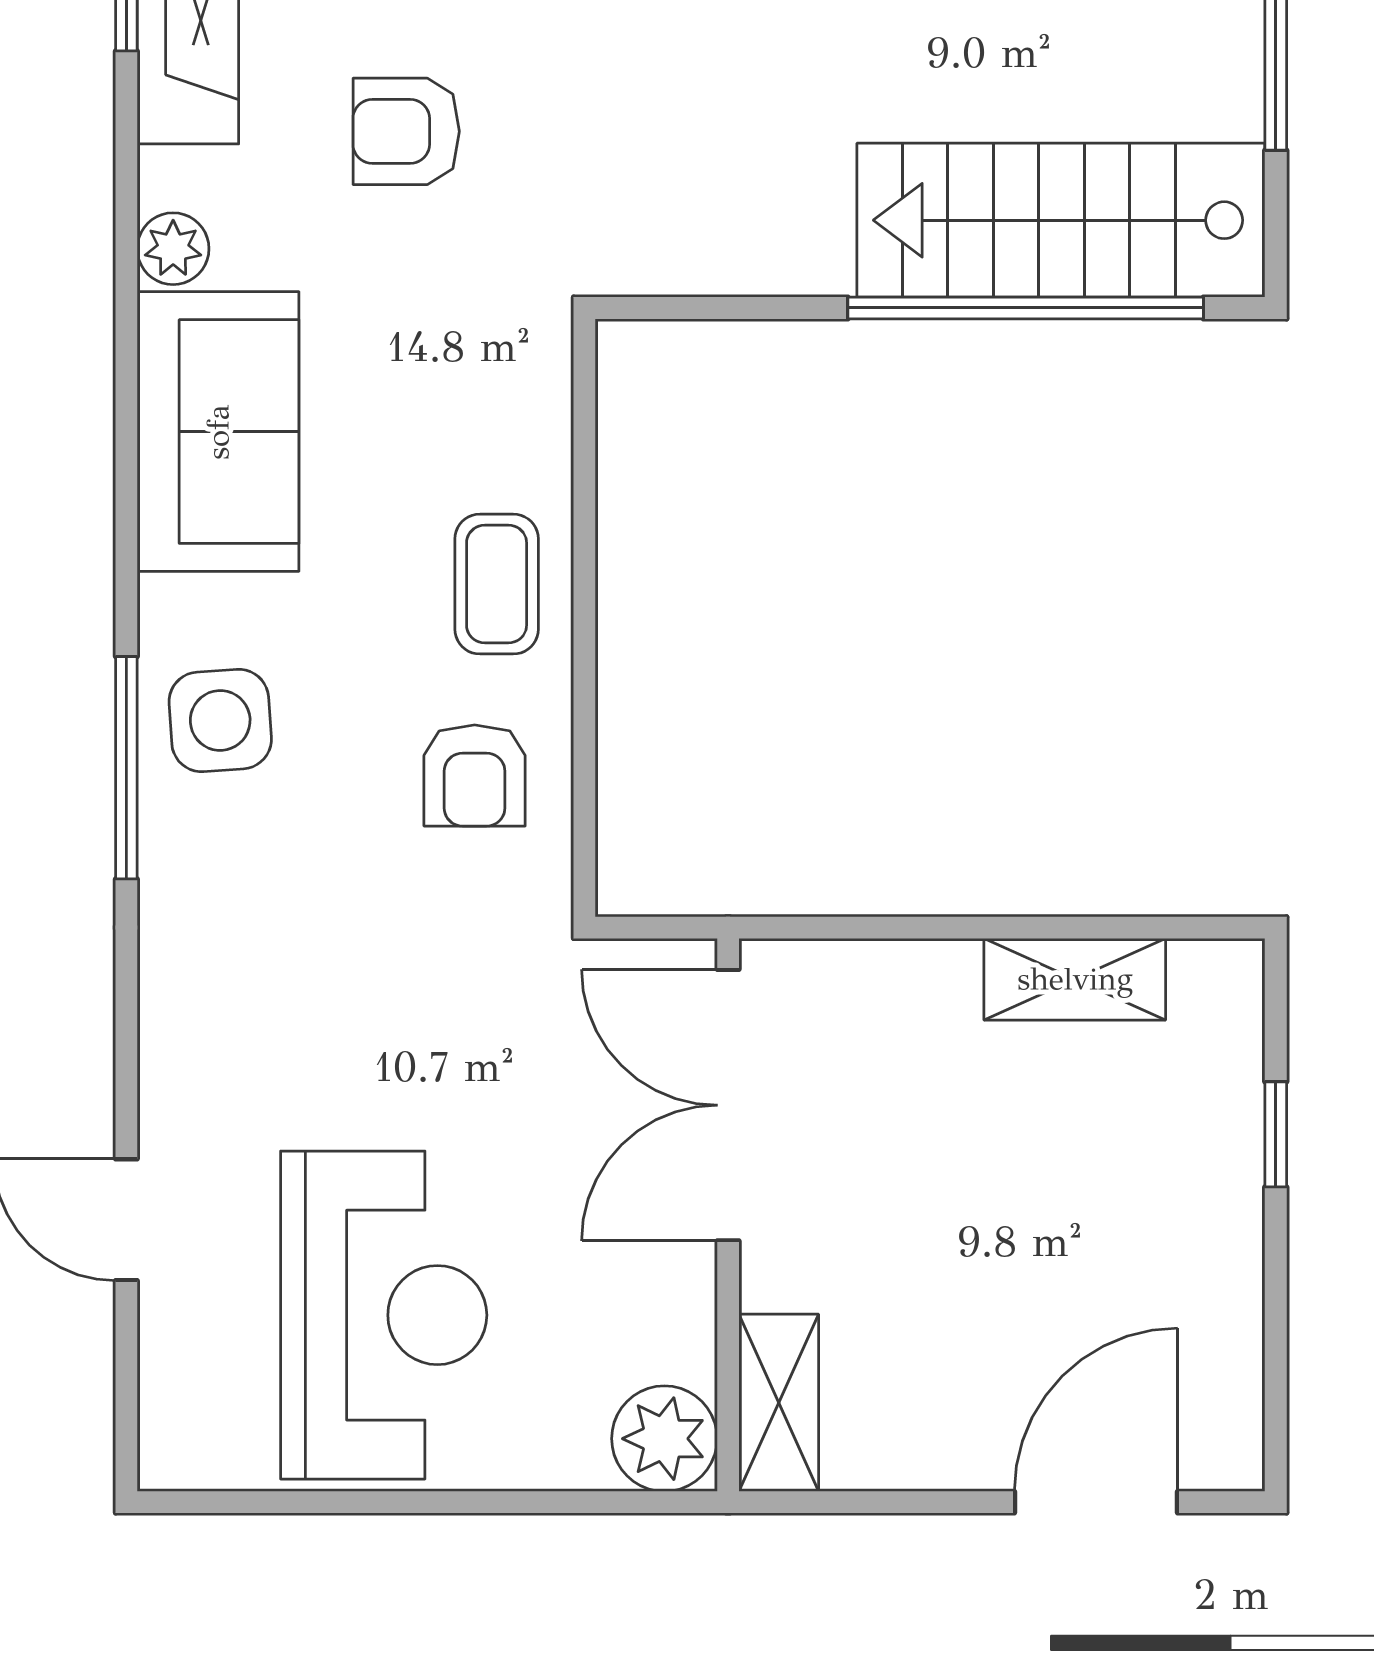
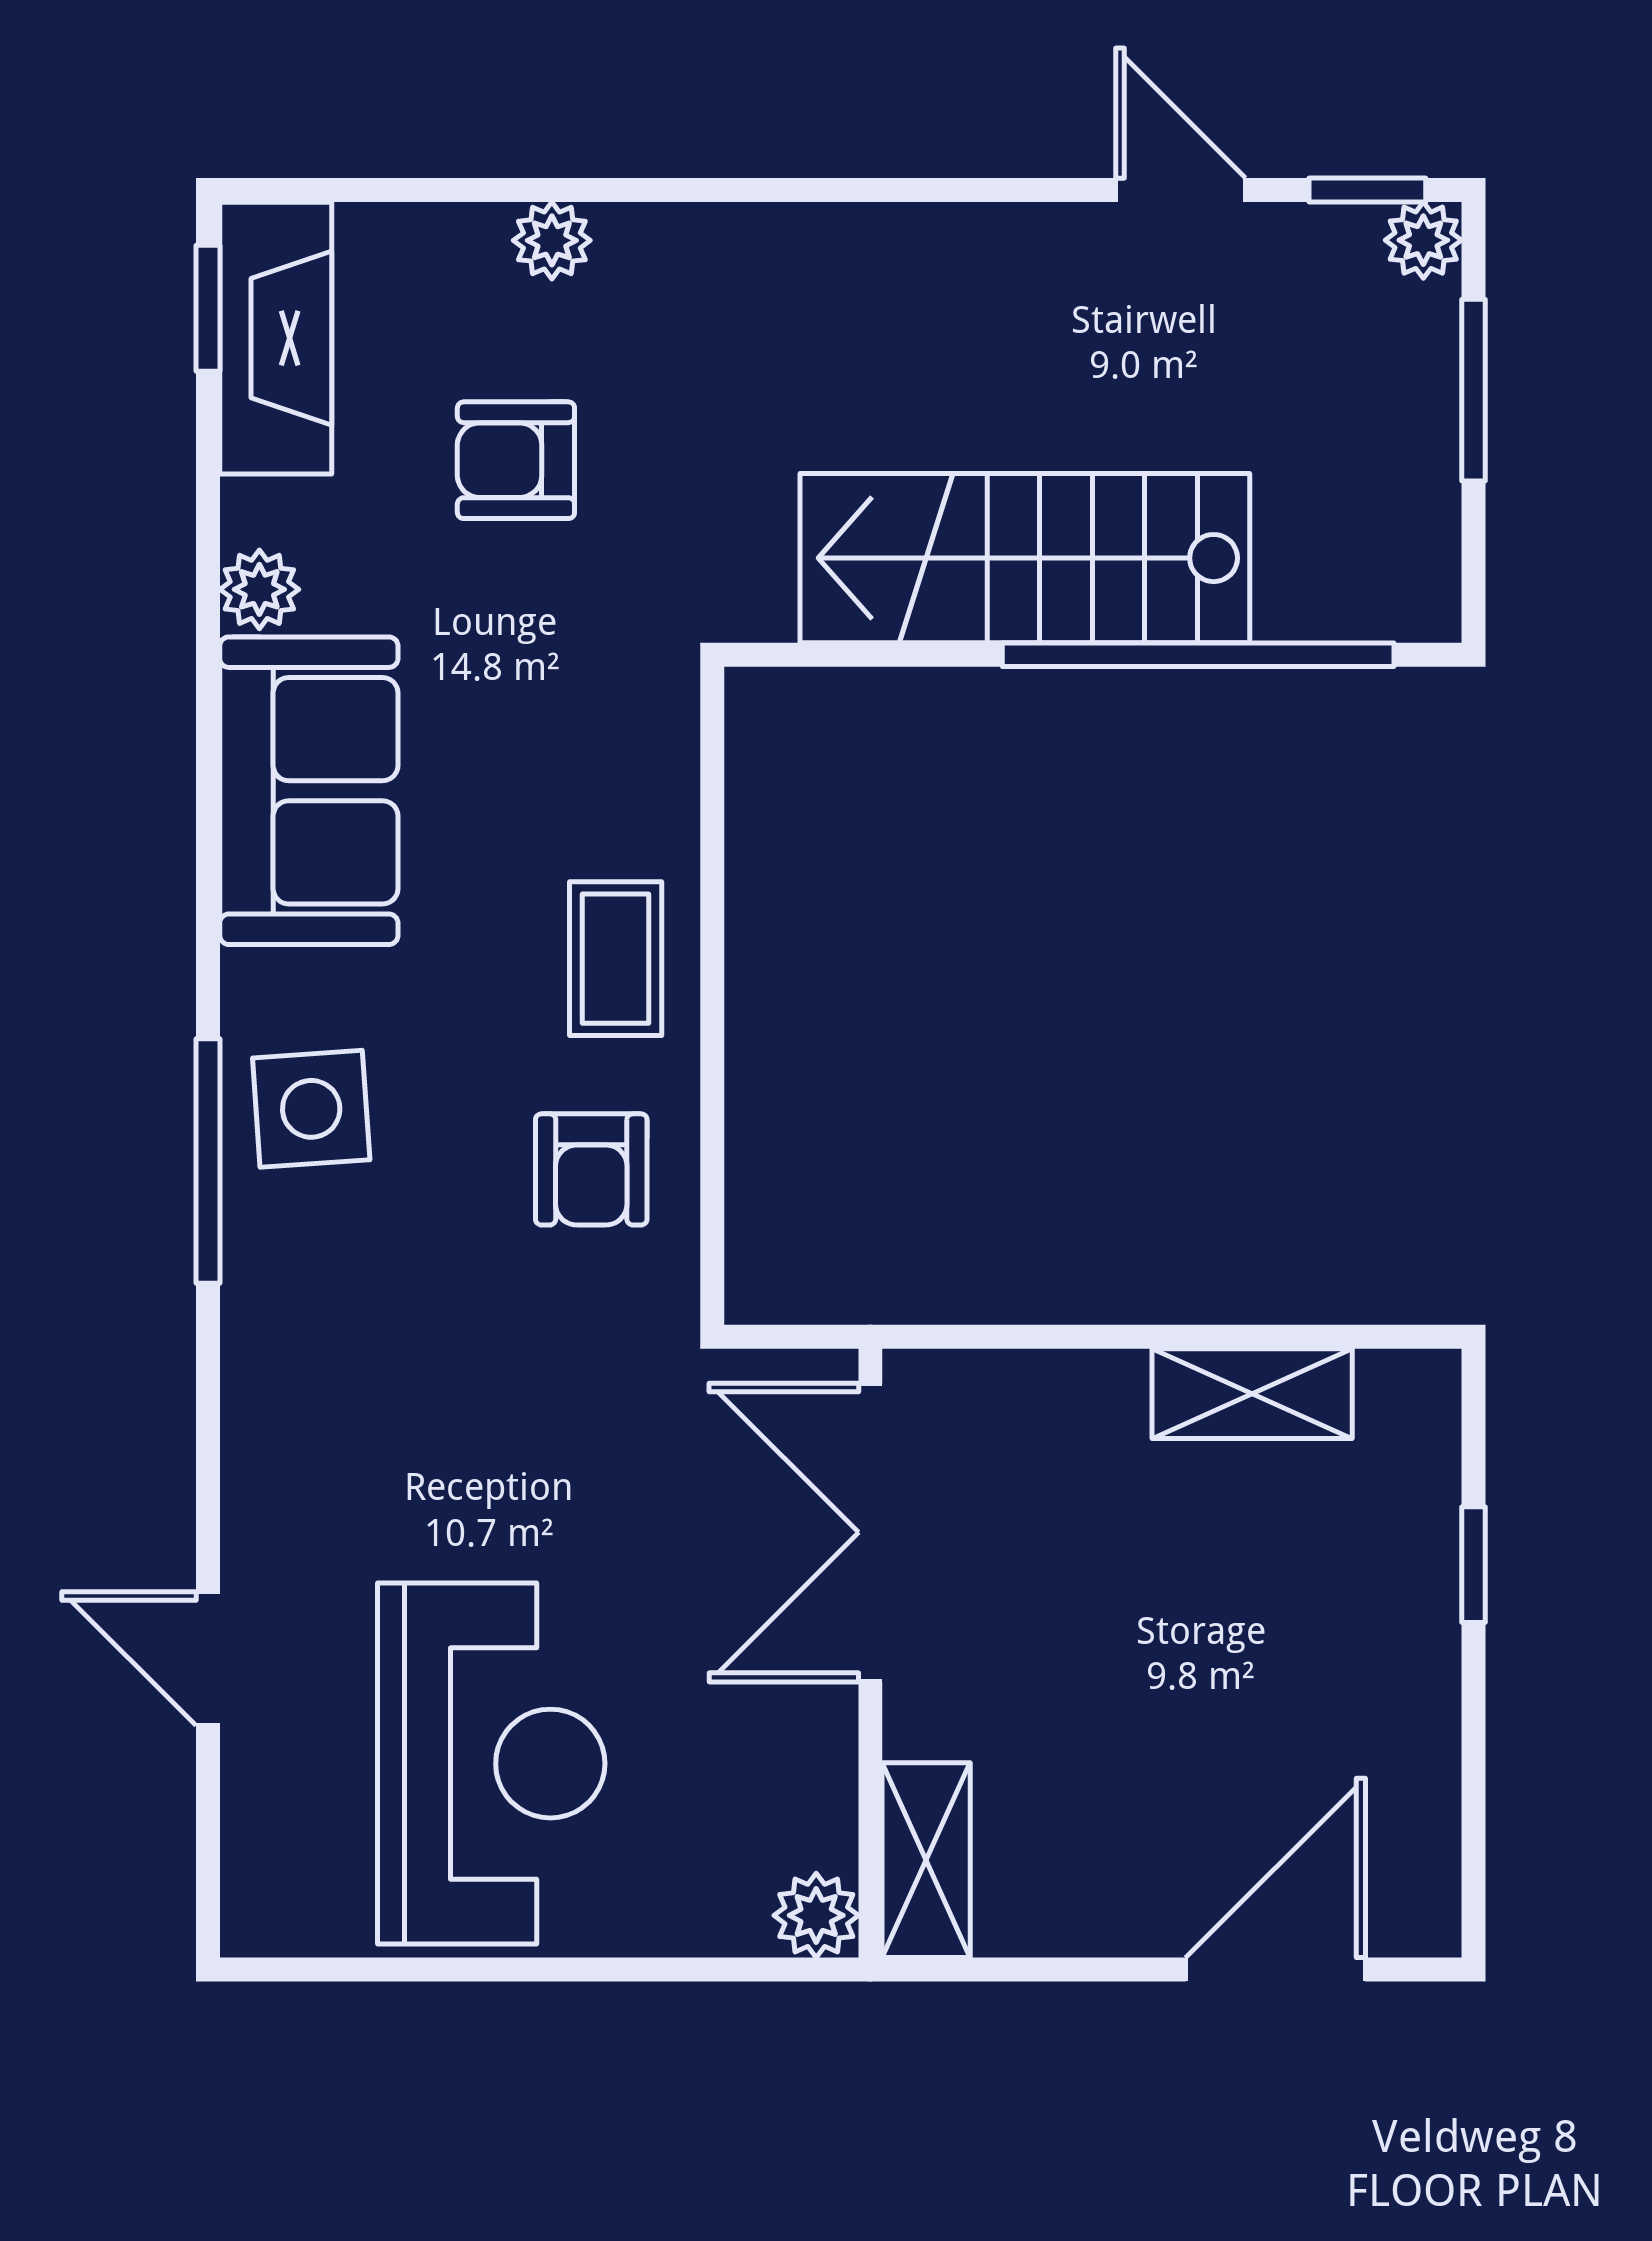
stairs: (1061, 220) -> (1025, 558), moved
plant: (664, 1439) -> (816, 1915), width x0.73, depth x0.73

